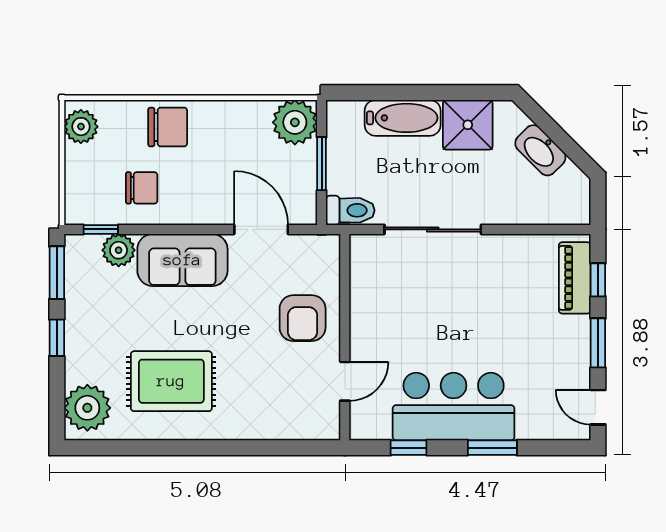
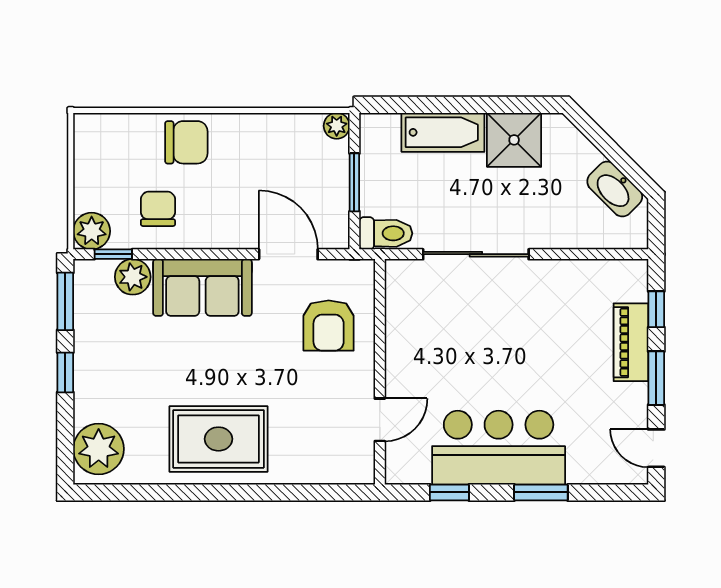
plant: (295, 122) -> (337, 126), width x0.53, depth x0.53
plant: (81, 127) -> (92, 231), moved
washbasin: (540, 150) -> (615, 189), moved
chair: (142, 188) -> (158, 209), turned -90
piano: (575, 278) -> (631, 342), moved
armchair: (303, 318) -> (329, 326), moved
rug: (171, 381) -> (218, 439), moved

